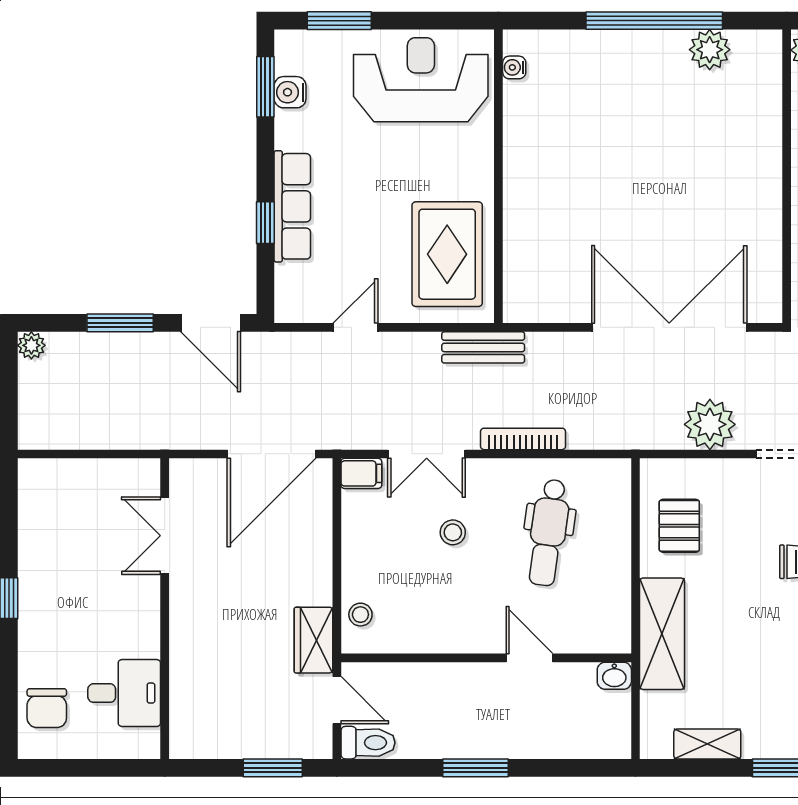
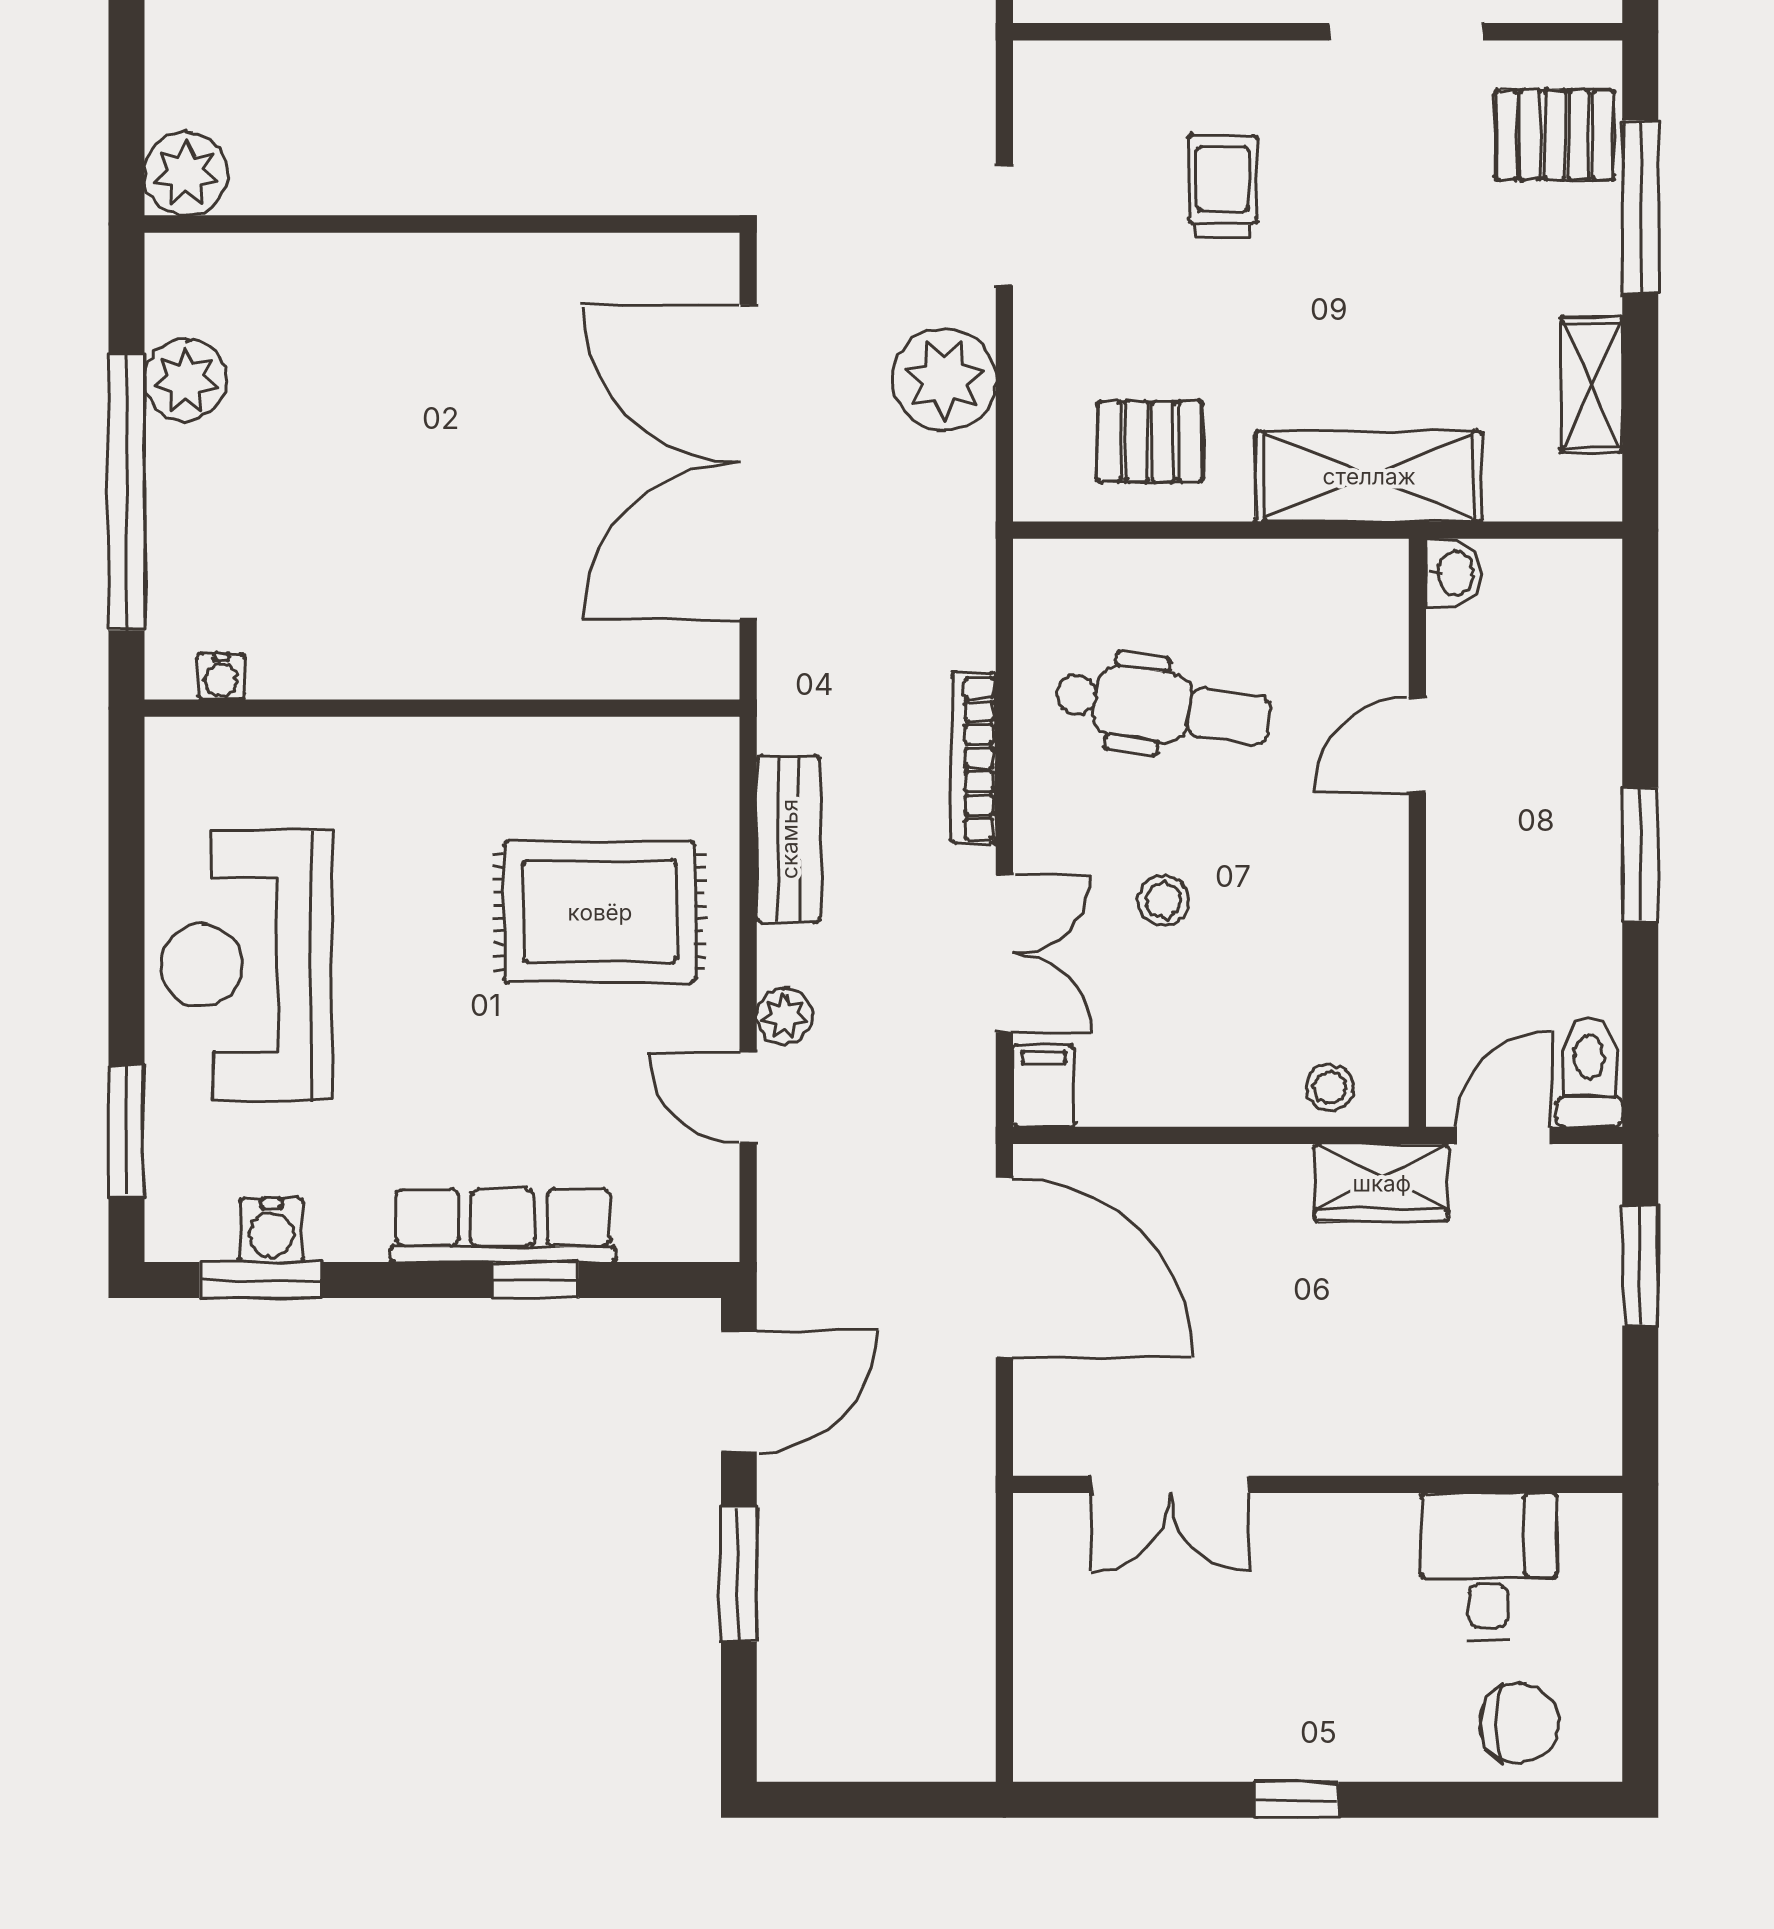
water cooler: (514, 67) -> (221, 676), moved
wall: (498, 176) -> (442, 708), moved
plant: (31, 345) -> (784, 1016), moved

